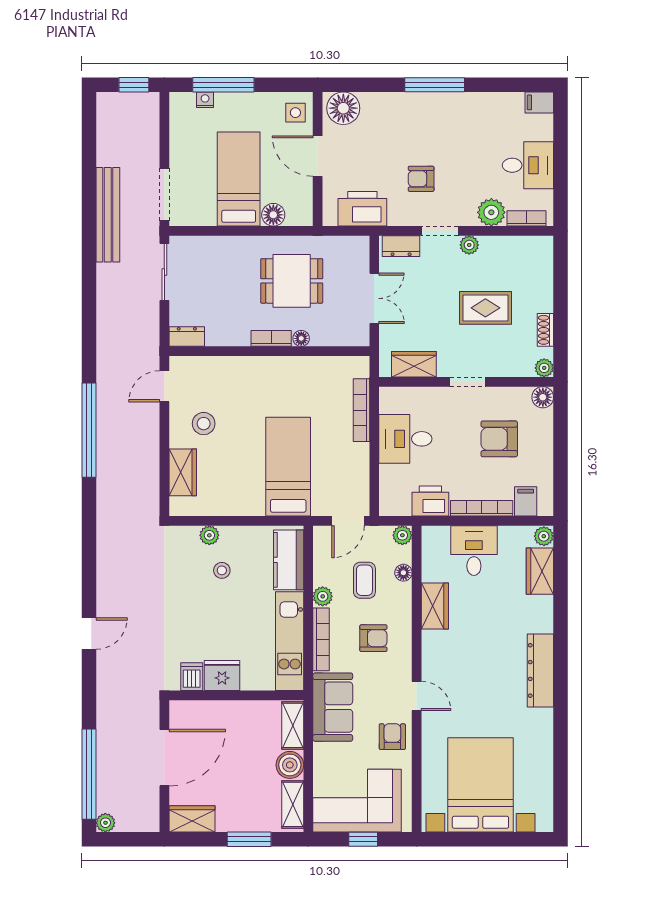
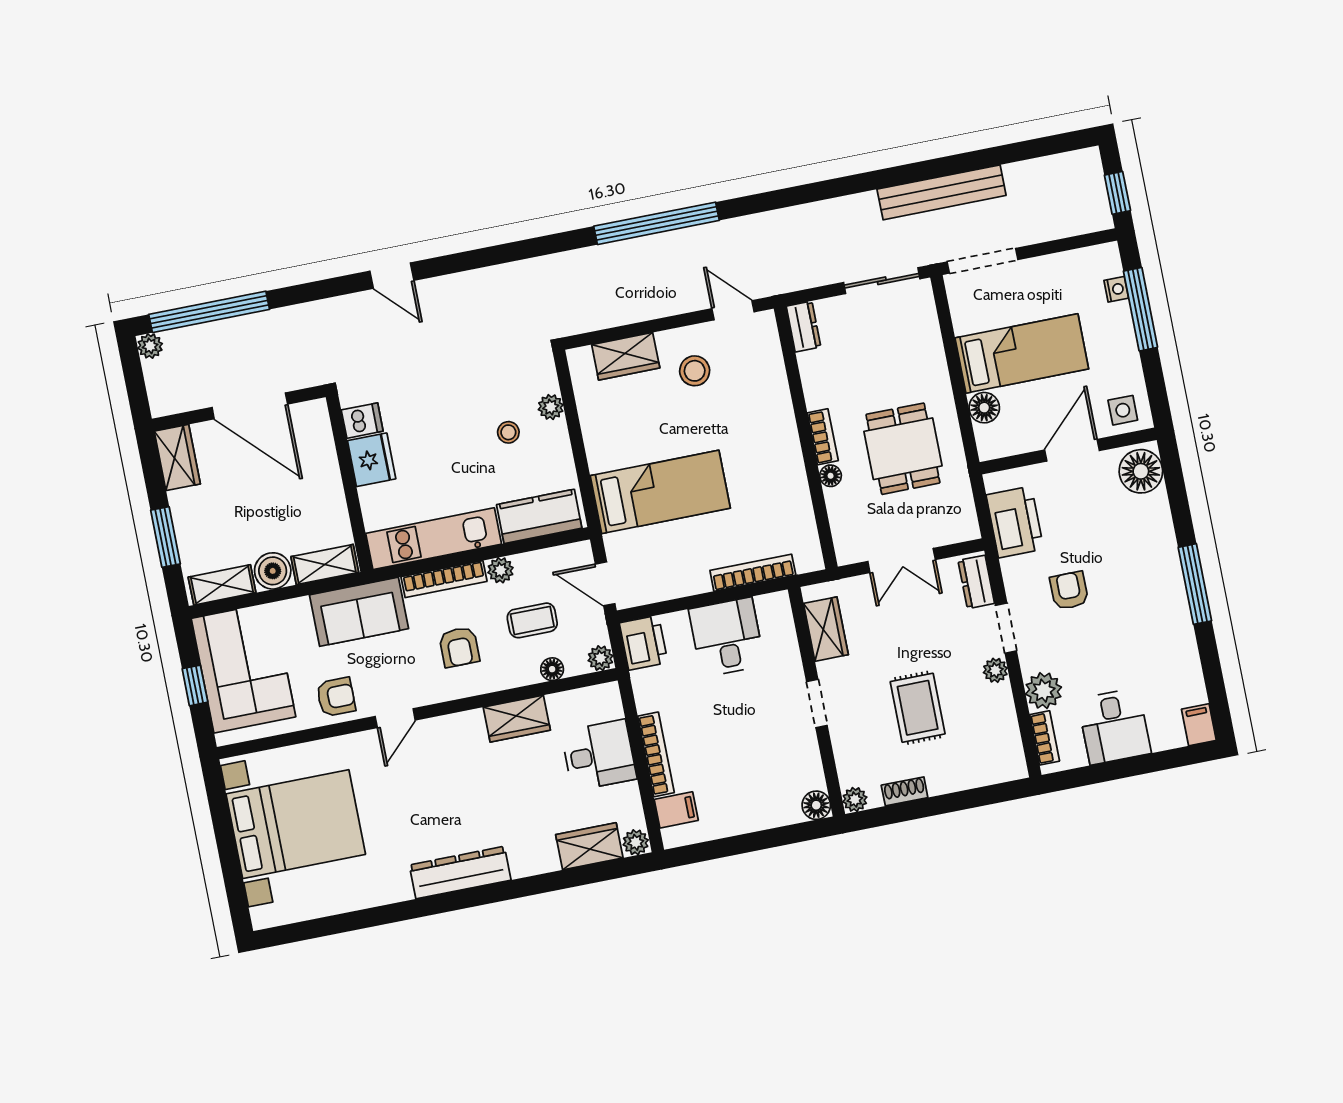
armchair: (499, 439) -> (751, 759), removed
printer: (430, 501) -> (644, 643), moved

